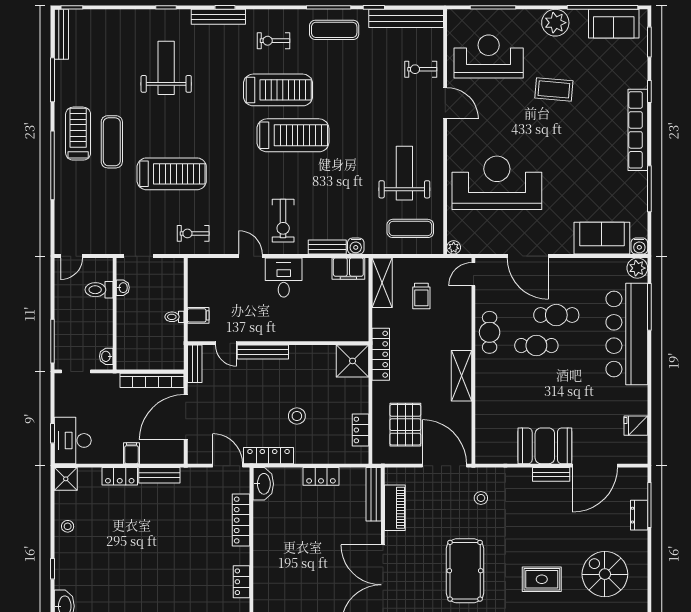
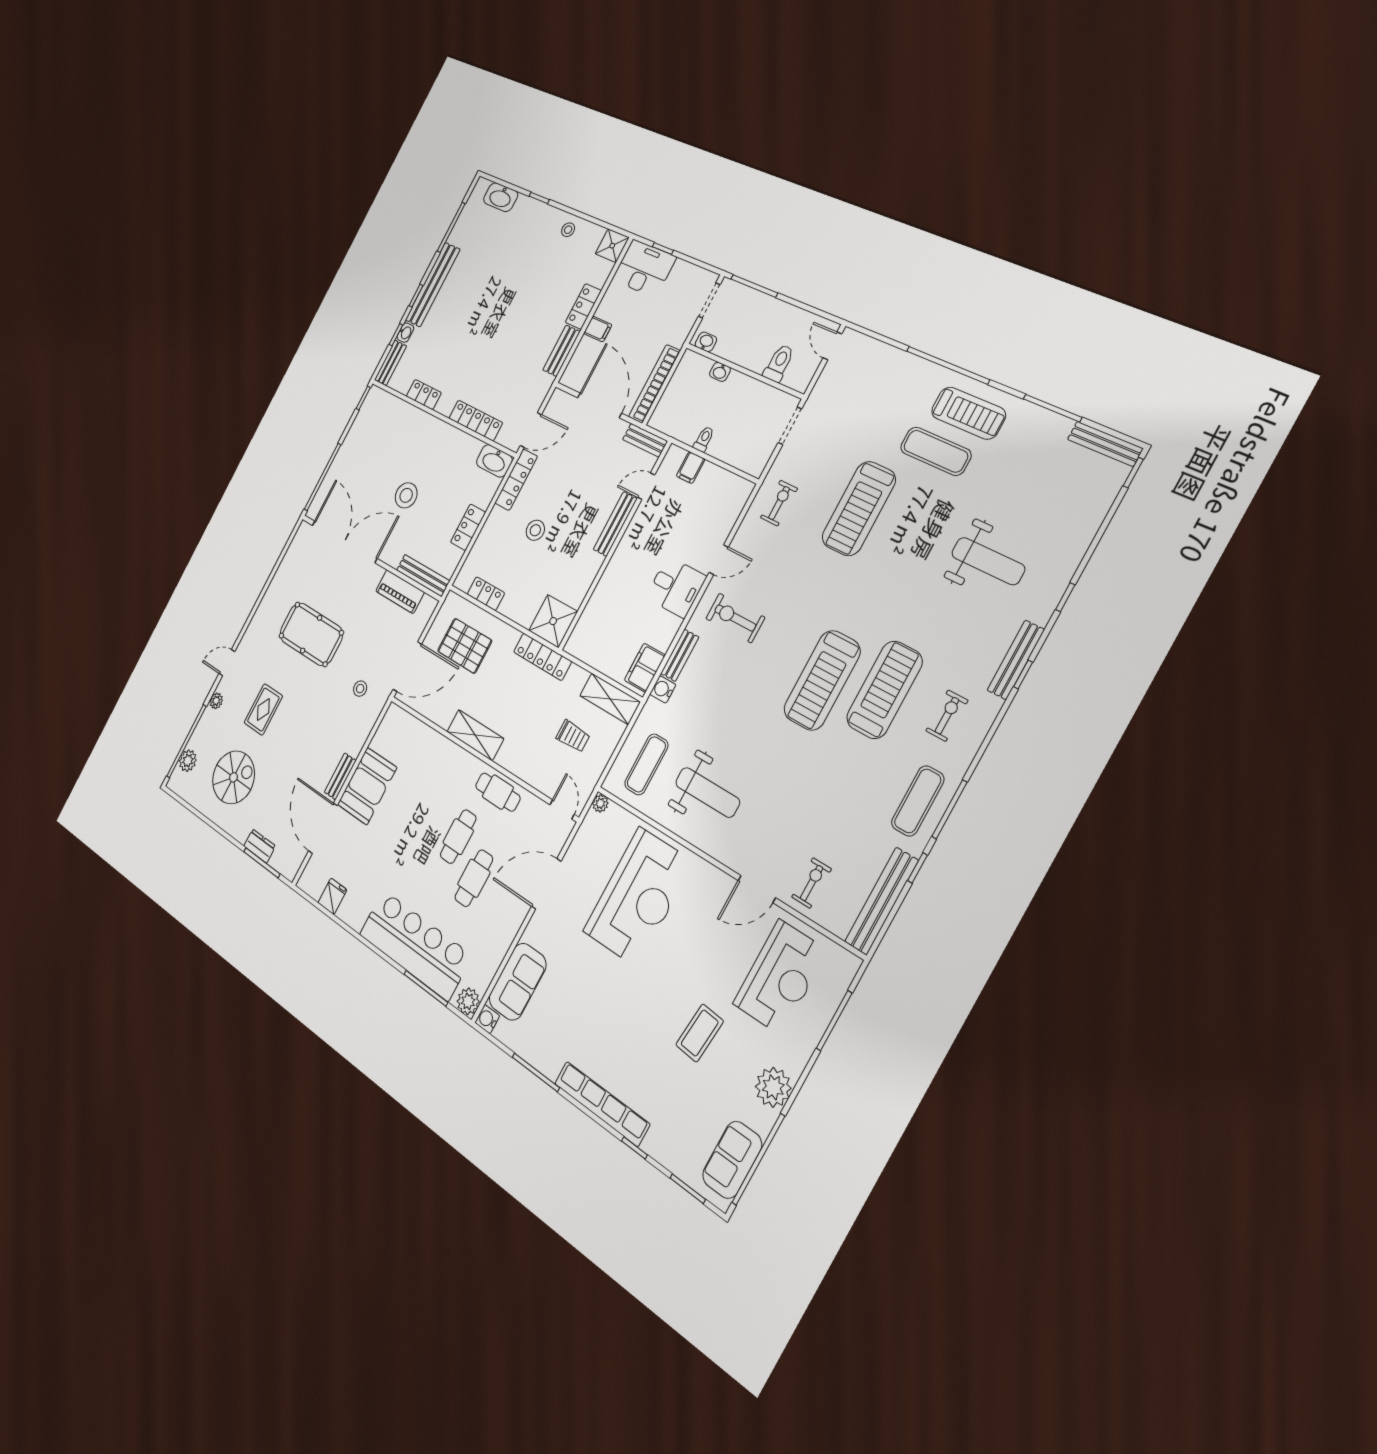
treadmill: (278, 90) -> (884, 690), turned 180
washbasin: (123, 288) -> (720, 372), moved
trolley: (421, 296) -> (573, 736), turned 180
stool: (323, 549) -> (406, 495), added

